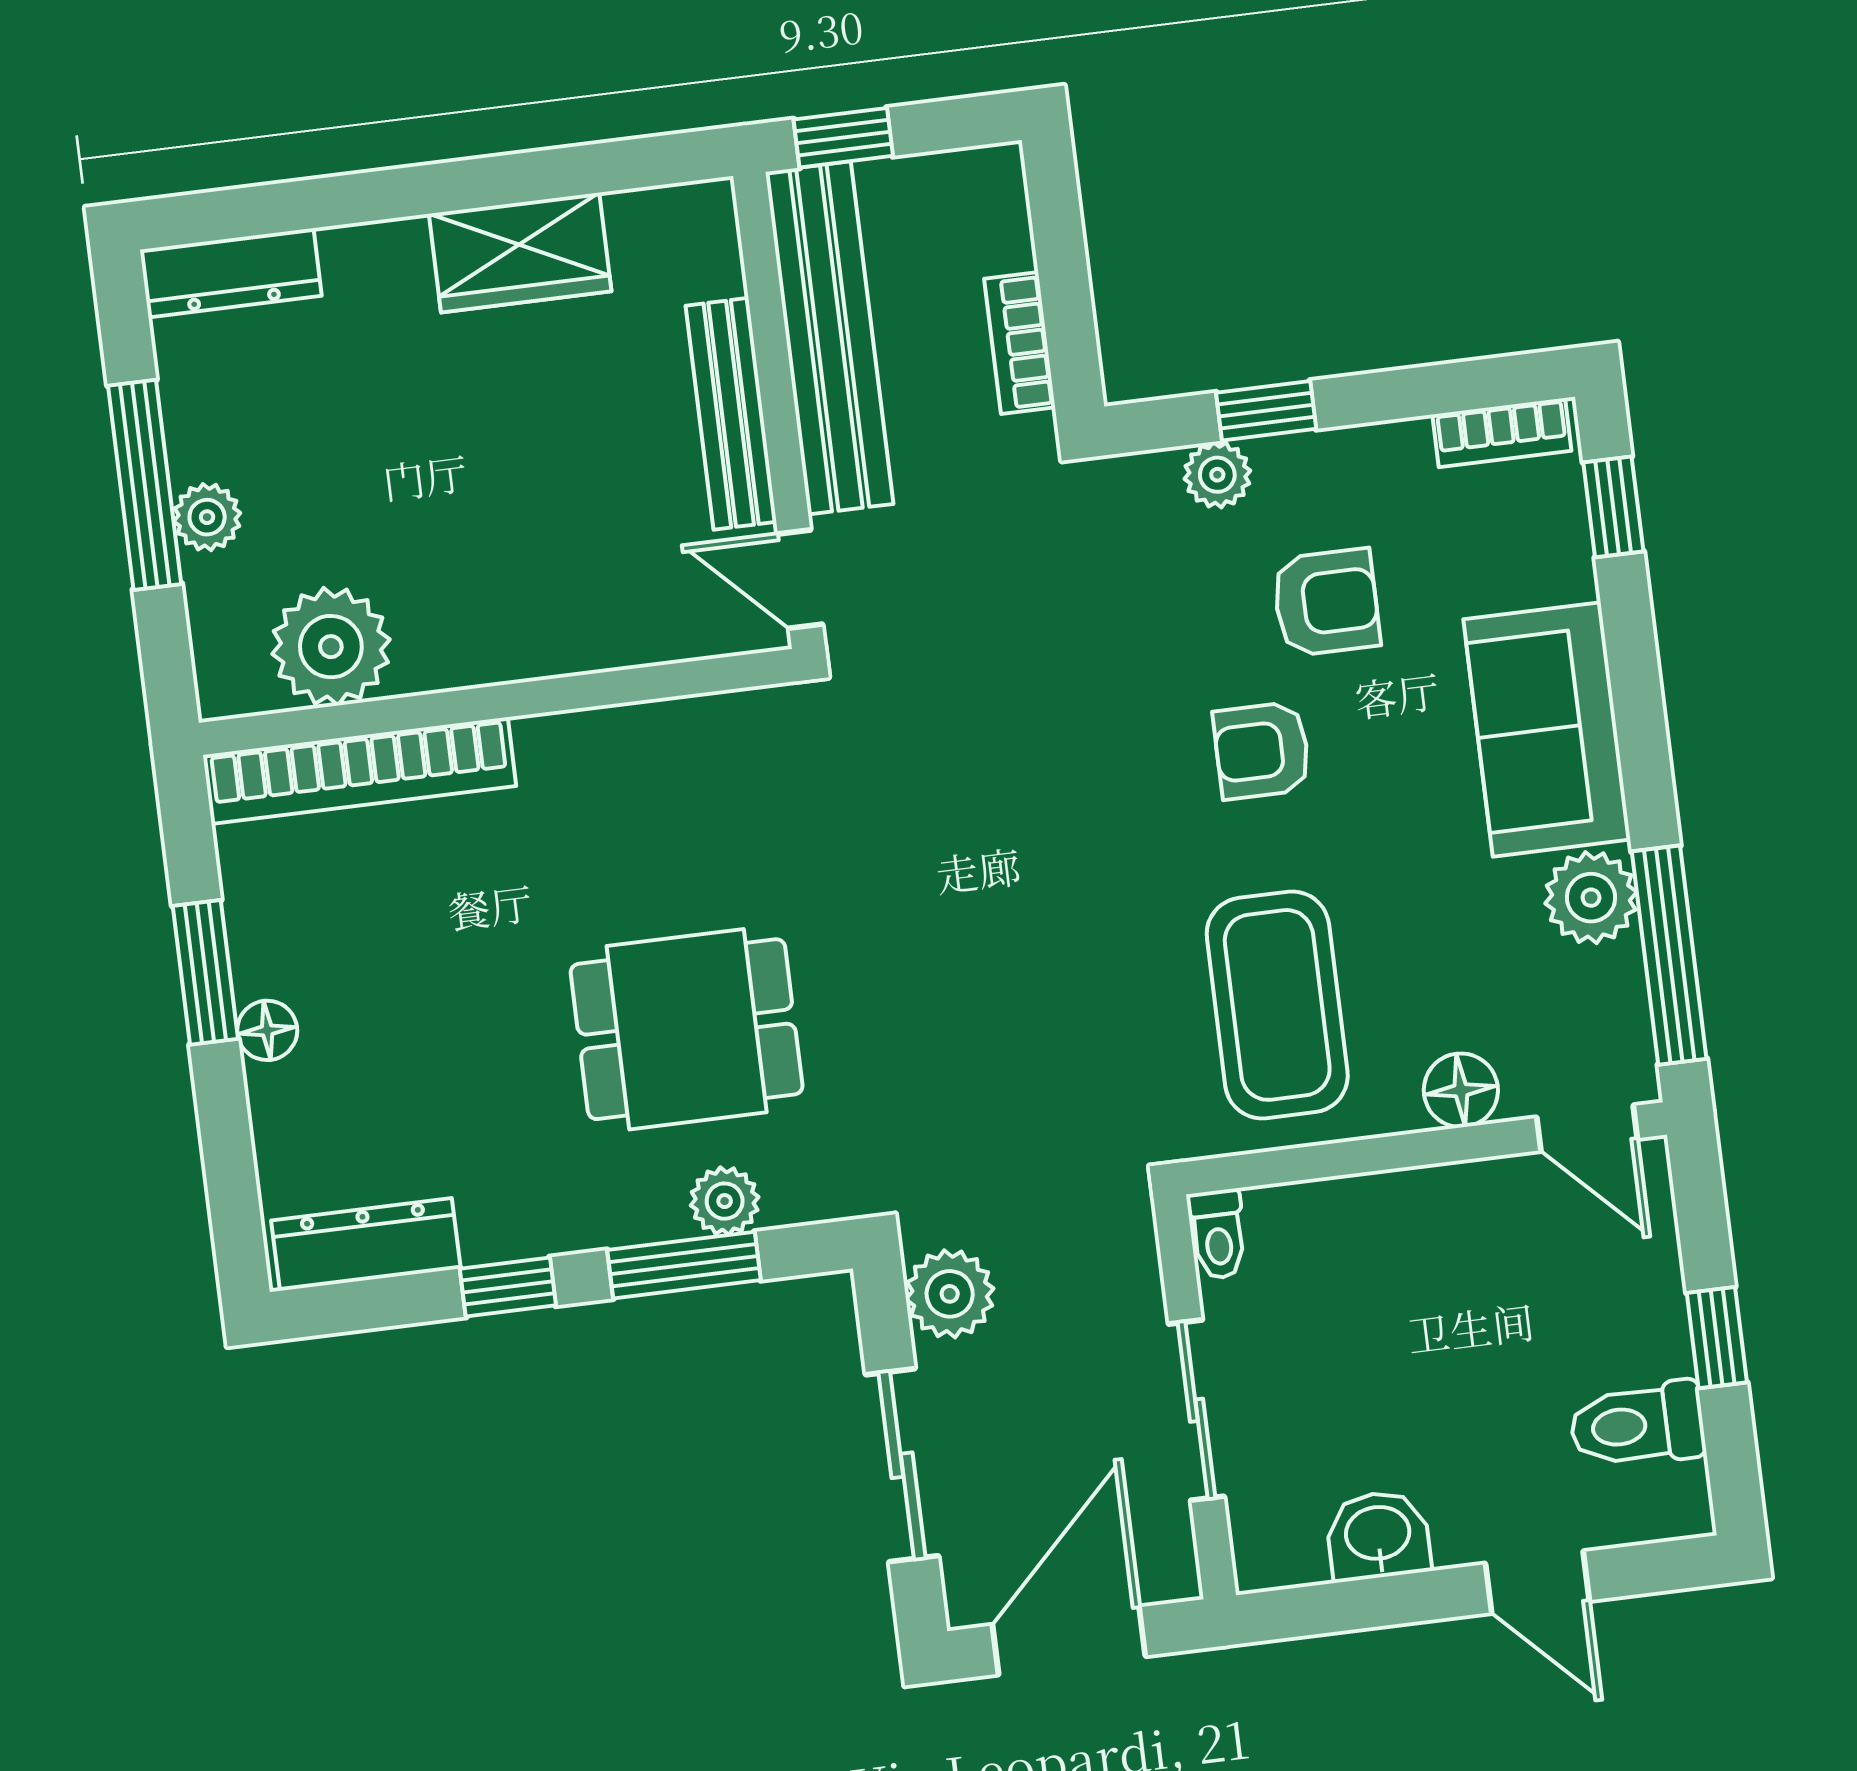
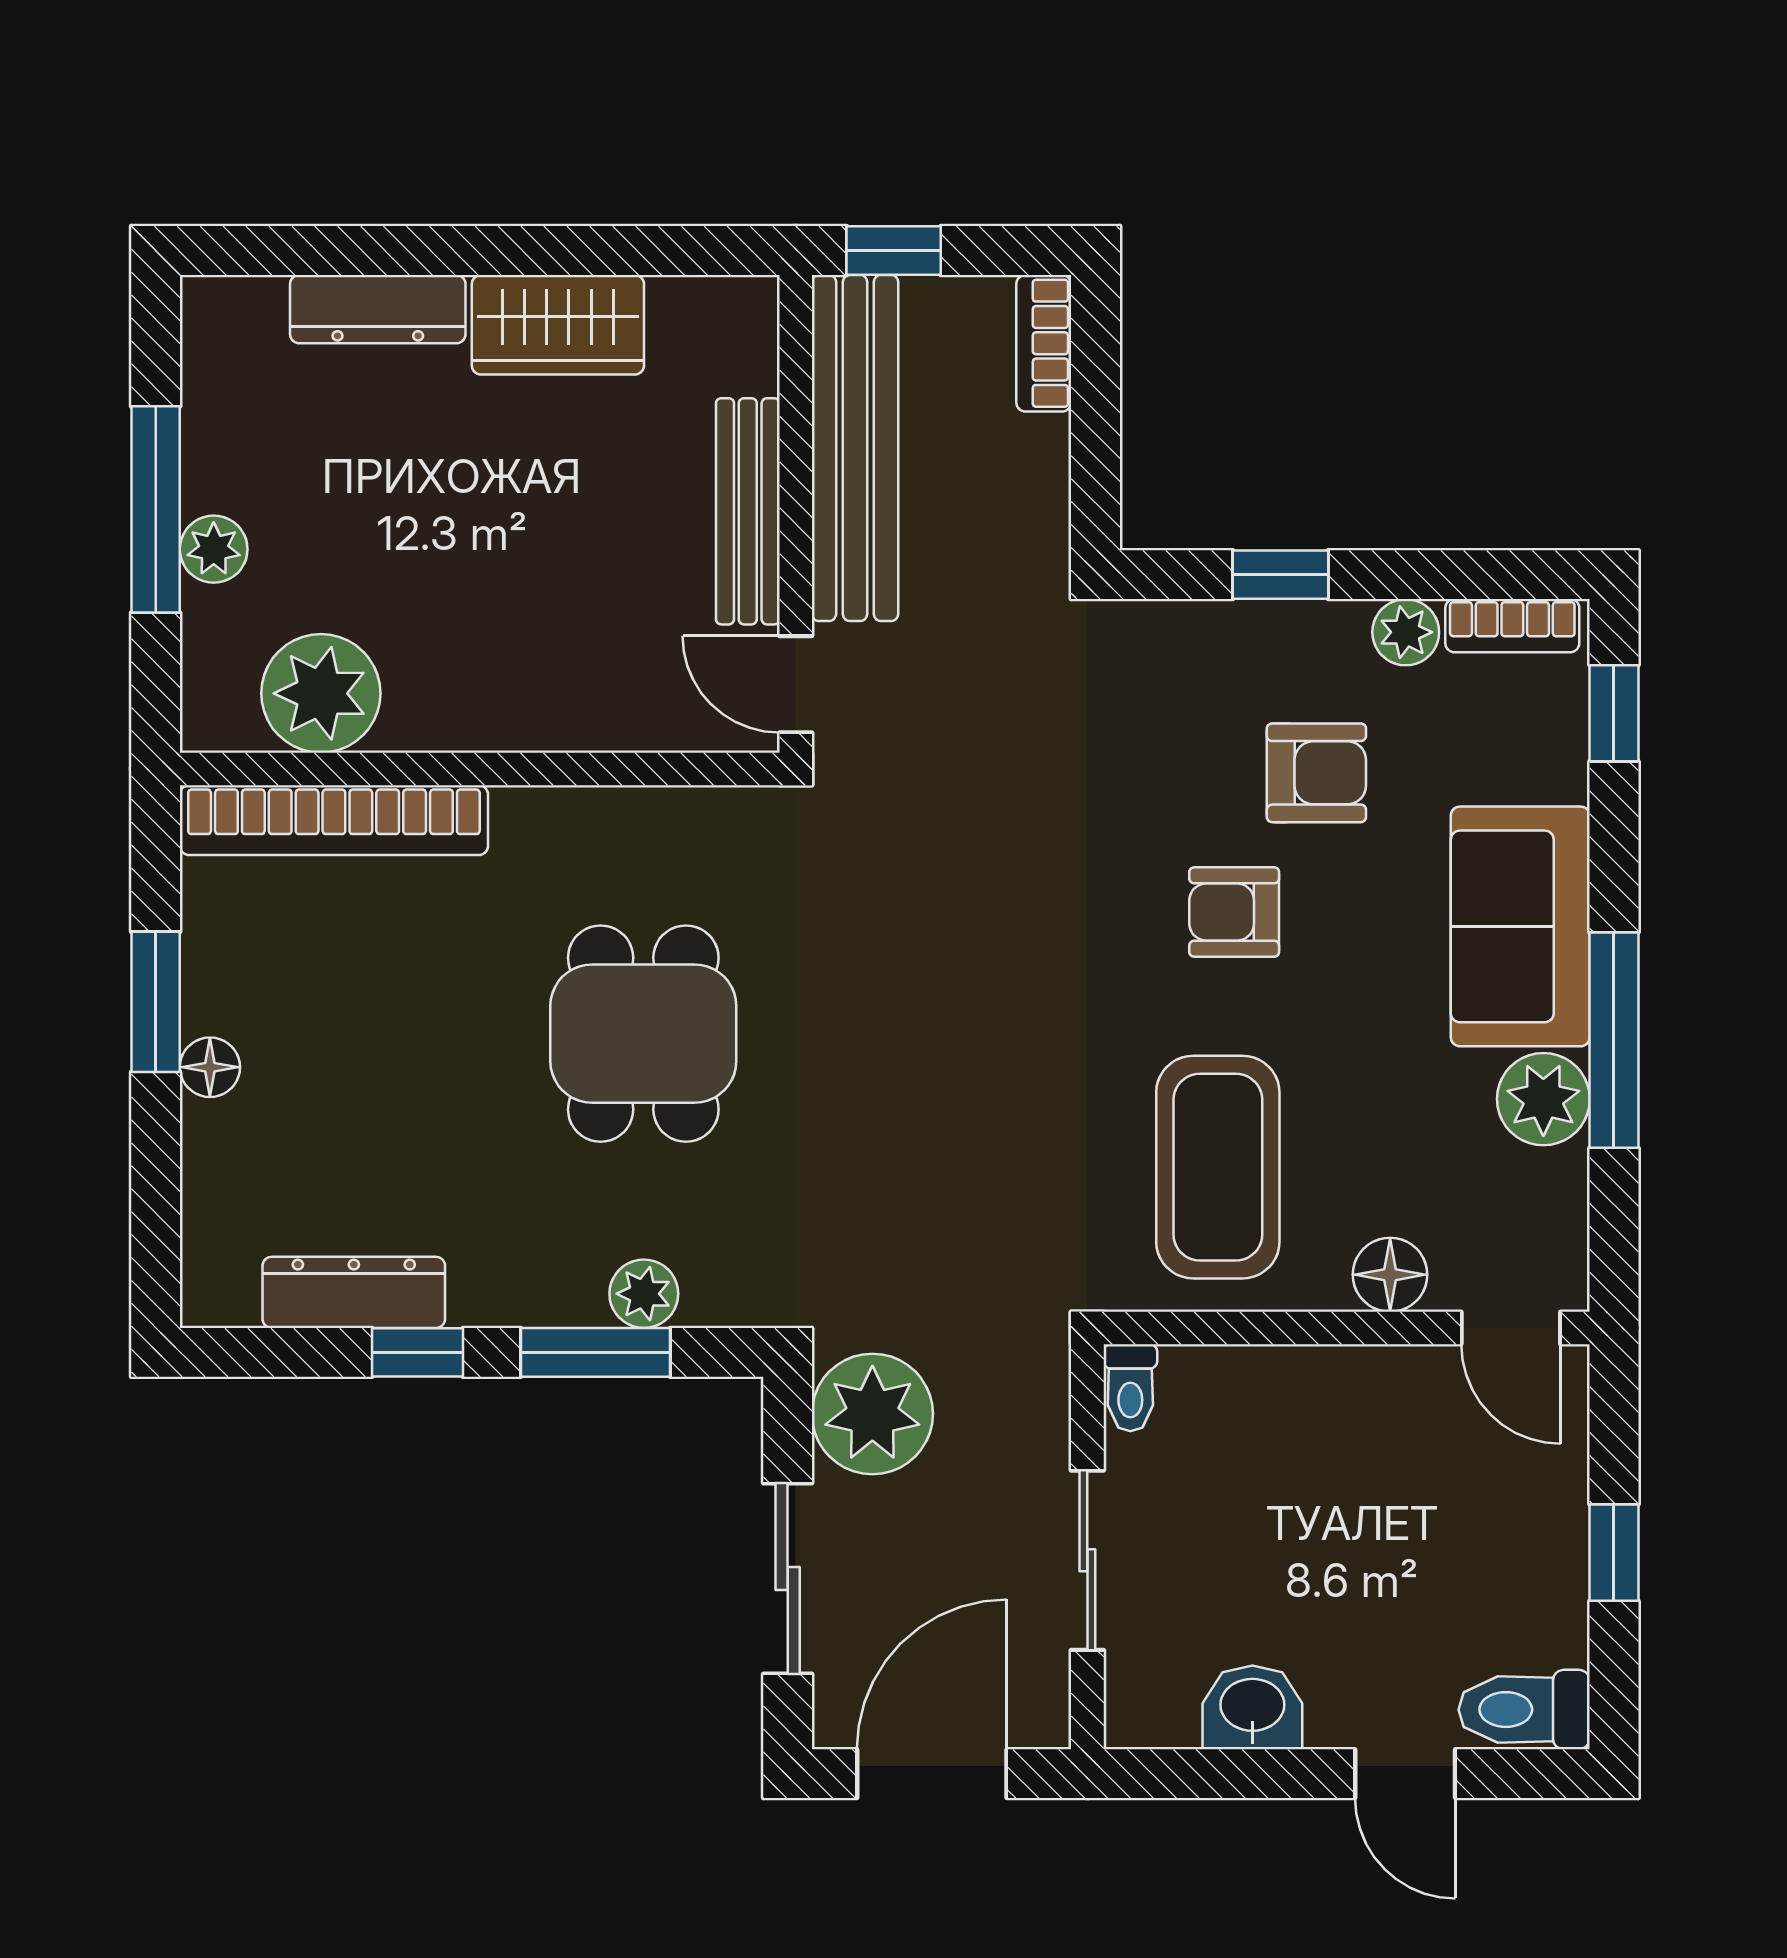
dresser: (231, 273) -> (378, 309), moved
bookcase: (1020, 343) -> (1044, 343), moved
plant: (1217, 475) -> (1406, 632), moved
window: (1669, 955) -> (1614, 1040), moved
dining table: (687, 1029) -> (643, 1034), moved, turned 90
dresser: (366, 1244) -> (354, 1292), moved
plant: (950, 1294) -> (872, 1414), width x1.36, depth x1.36
toilet: (1637, 1425) -> (1524, 1710), moved

